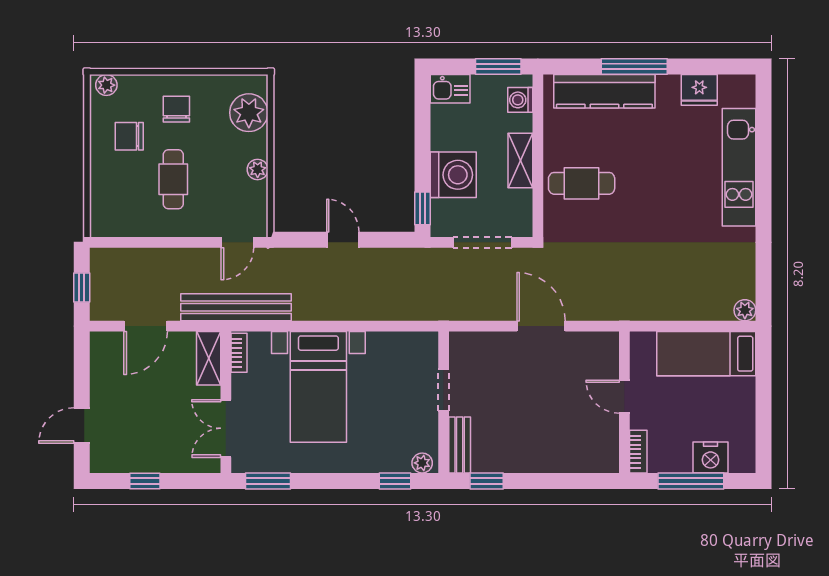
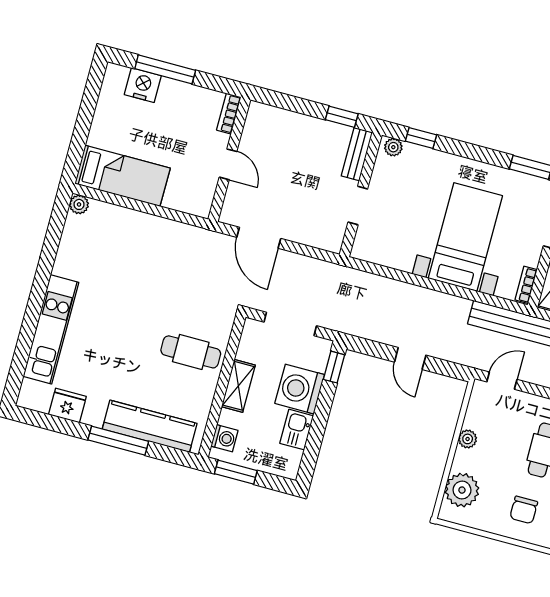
kitchen sink: (450, 89) -> (297, 430), moved, turned -90
door: (624, 397) -> (228, 164), moved
wall: (624, 402) -> (229, 159), moved
bookcase: (638, 452) -> (229, 114), moved

